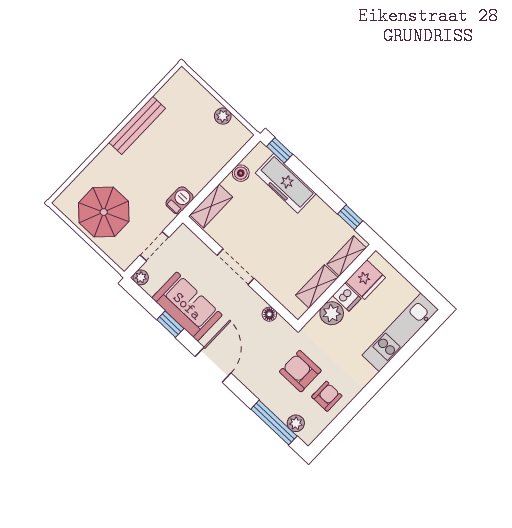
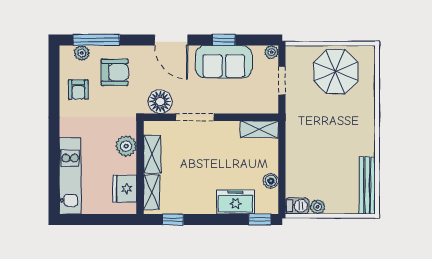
bench: (137, 125) -> (367, 186), moved
freezer: (286, 183) -> (236, 202), width x0.71
barbecue: (180, 200) -> (297, 206), moved, turned -90
shelving: (211, 206) -> (259, 129), moved, turned 90
doorway: (236, 267) -> (195, 117), moved
dishwasher: (347, 297) -> (126, 166), removed
floor lamp: (269, 314) -> (160, 102), width x1.89, depth x1.89
armchair: (300, 371) -> (115, 72), moved

